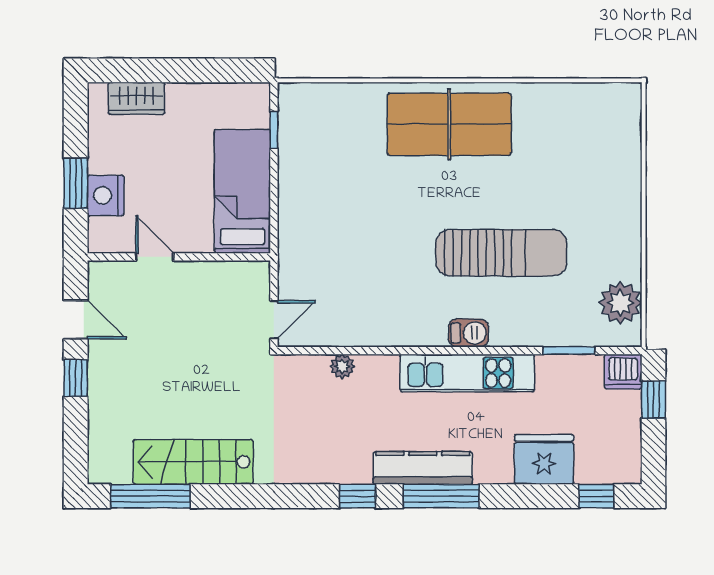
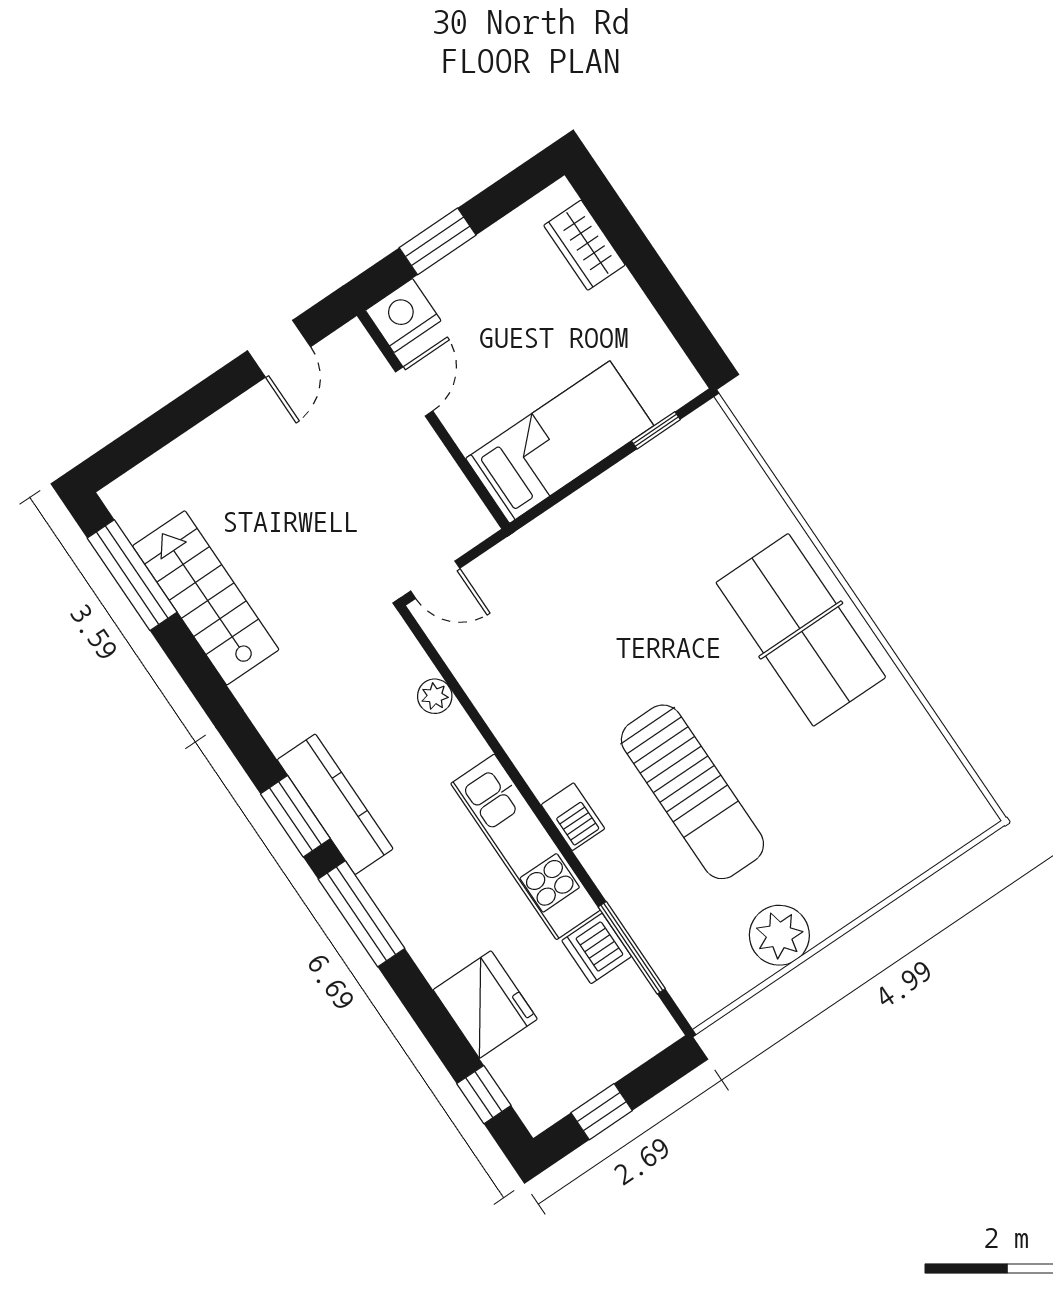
nightstand: (106, 195) -> (403, 316), moved
plant: (620, 303) -> (779, 935), moved
window: (569, 351) -> (632, 948), width x1.44
dishwasher: (623, 372) -> (597, 948), moved
window: (76, 378) -> (211, 395), removed
window: (654, 400) -> (602, 1112), moved
kitchen counter: (423, 468) -> (335, 804), moved
window: (357, 496) -> (295, 816), width x1.50

